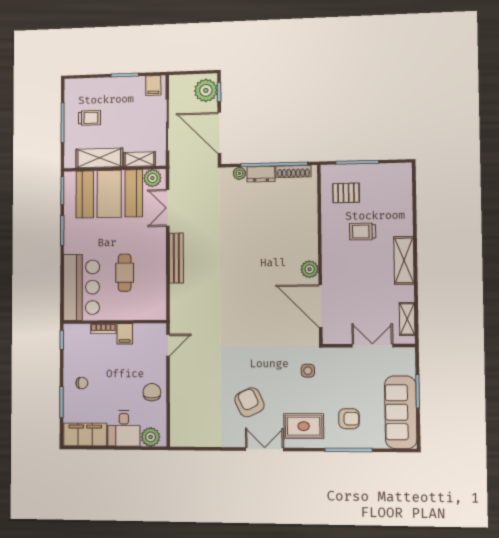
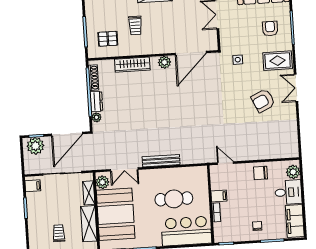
pallet: (346, 193) -> (108, 39), turned 90
wardrobe: (309, 225) -> (132, 65), added
cafe table: (125, 273) -> (174, 199), width x1.37, depth x1.35
rug: (304, 426) -> (278, 61), turned 90

